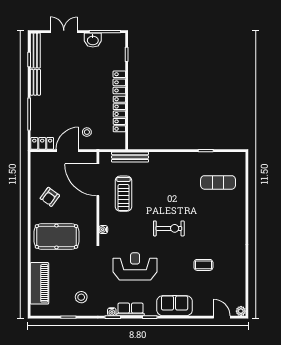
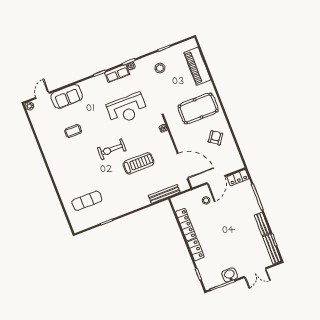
treadmill: (123, 194) -> (138, 163), moved, turned 90
sofa: (175, 306) -> (67, 96), moved
door: (222, 317) -> (43, 95), swing flipped

